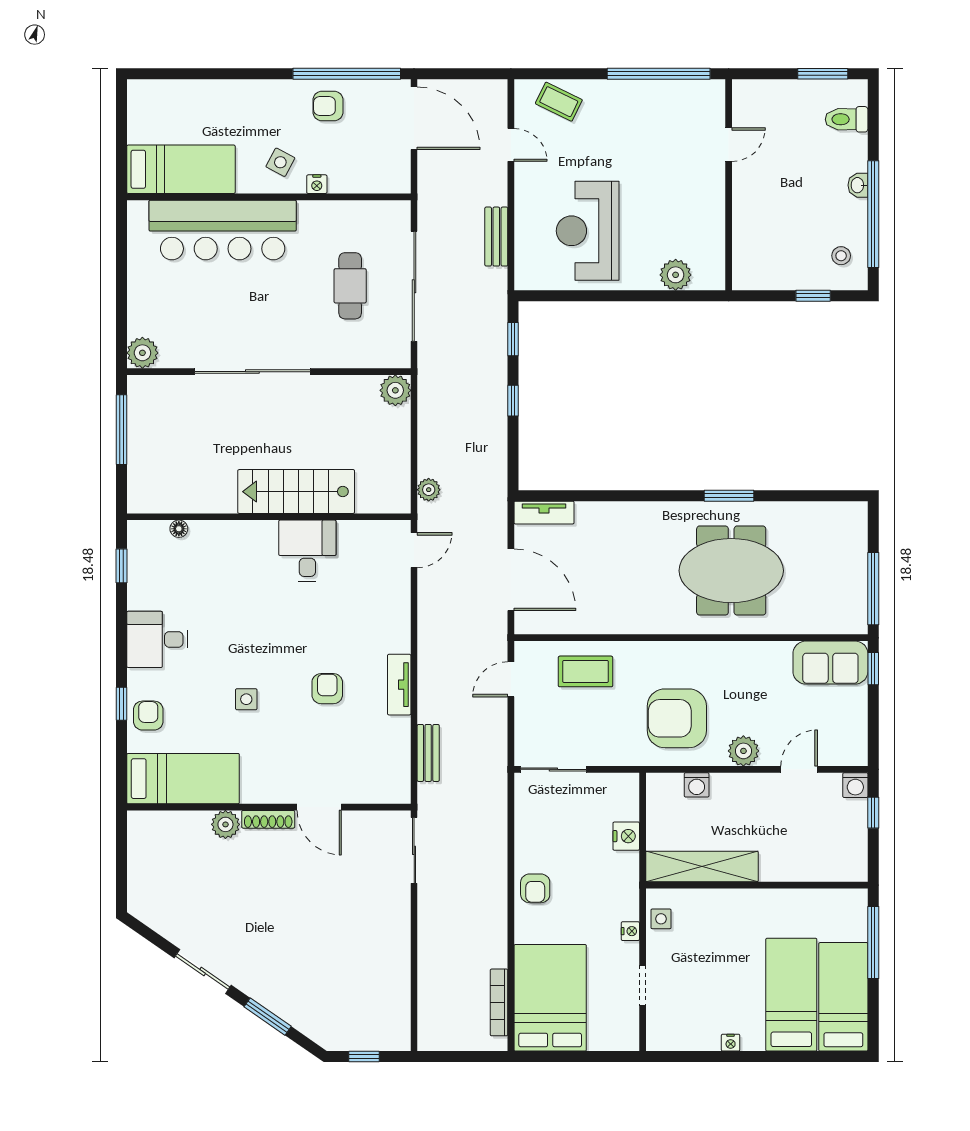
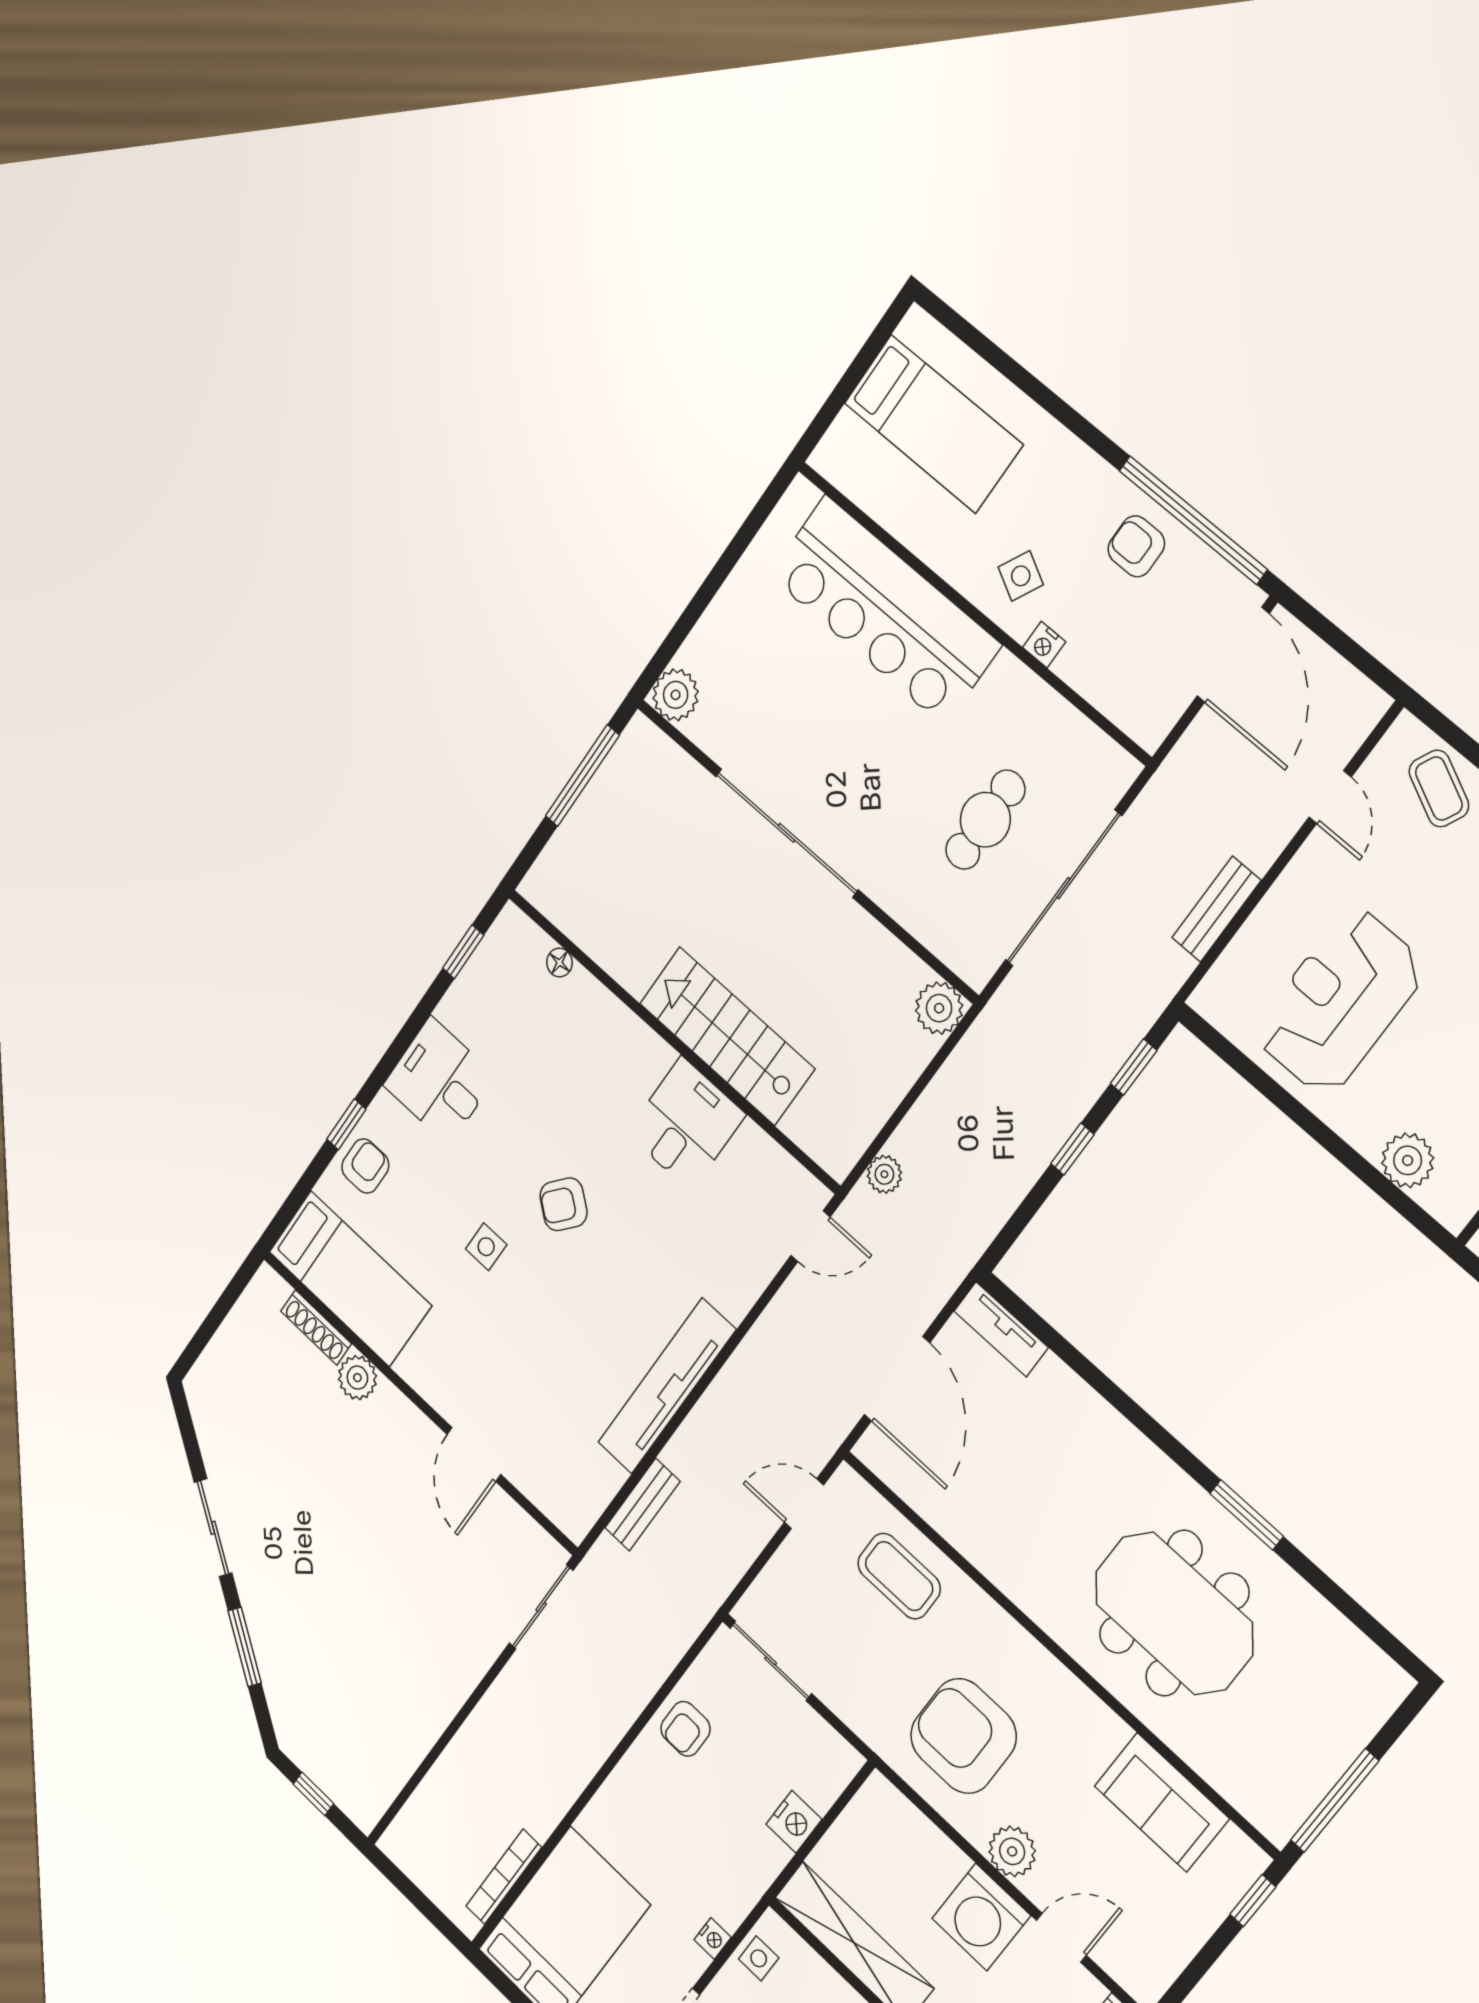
bed: (181, 169) -> (933, 424), moved
sofa: (830, 663) -> (1162, 1802), moved
tv unit: (399, 685) -> (667, 1386), width x1.92, depth x1.29
armchair: (327, 689) -> (564, 1204), moved, turned -141
washing machine: (697, 785) -> (981, 1917), moved, width x1.89, depth x1.89
shoe rack: (268, 819) -> (316, 1327), moved
armchair: (535, 888) -> (686, 1729), moved

